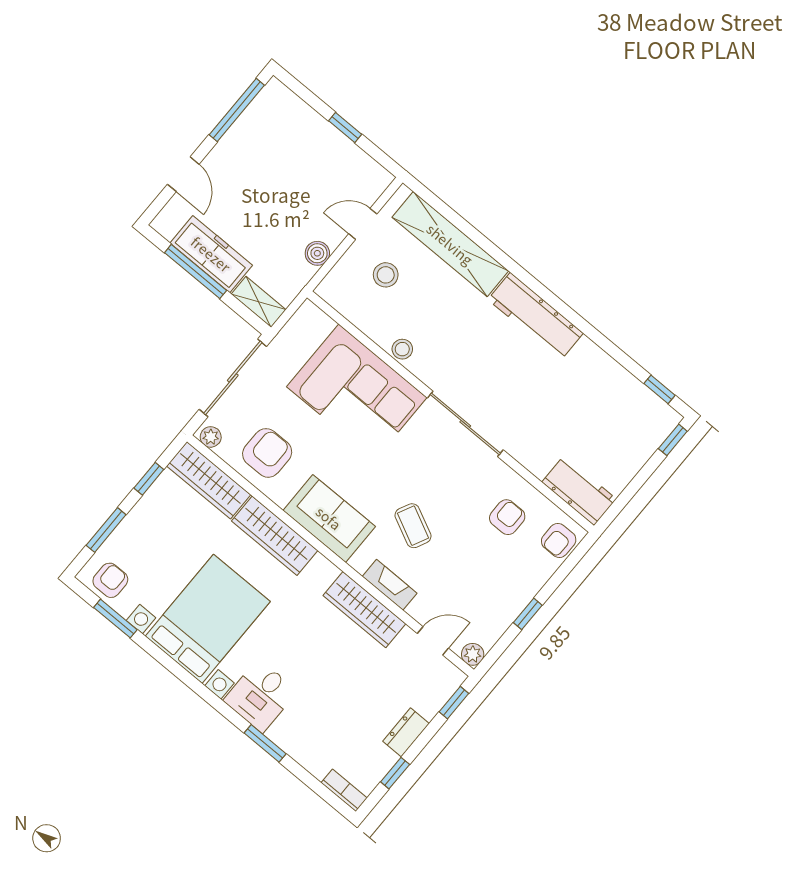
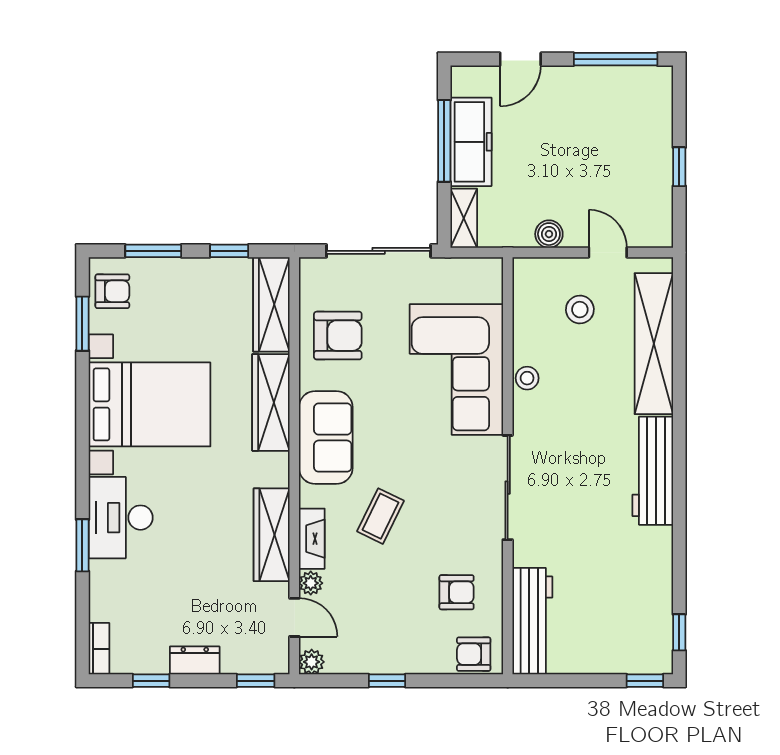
plant: (211, 437) -> (311, 583), moved
workbench: (579, 490) -> (532, 621), width x1.38
desk: (260, 696) -> (121, 518), width x1.37

